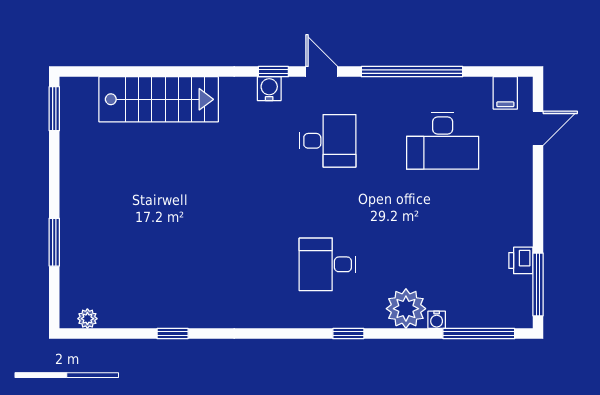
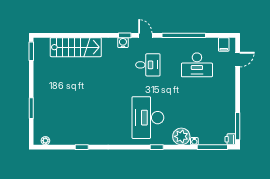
printer: (521, 260) -> (230, 139), moved
desk: (328, 264) -> (148, 118), width x1.87, depth x1.30

